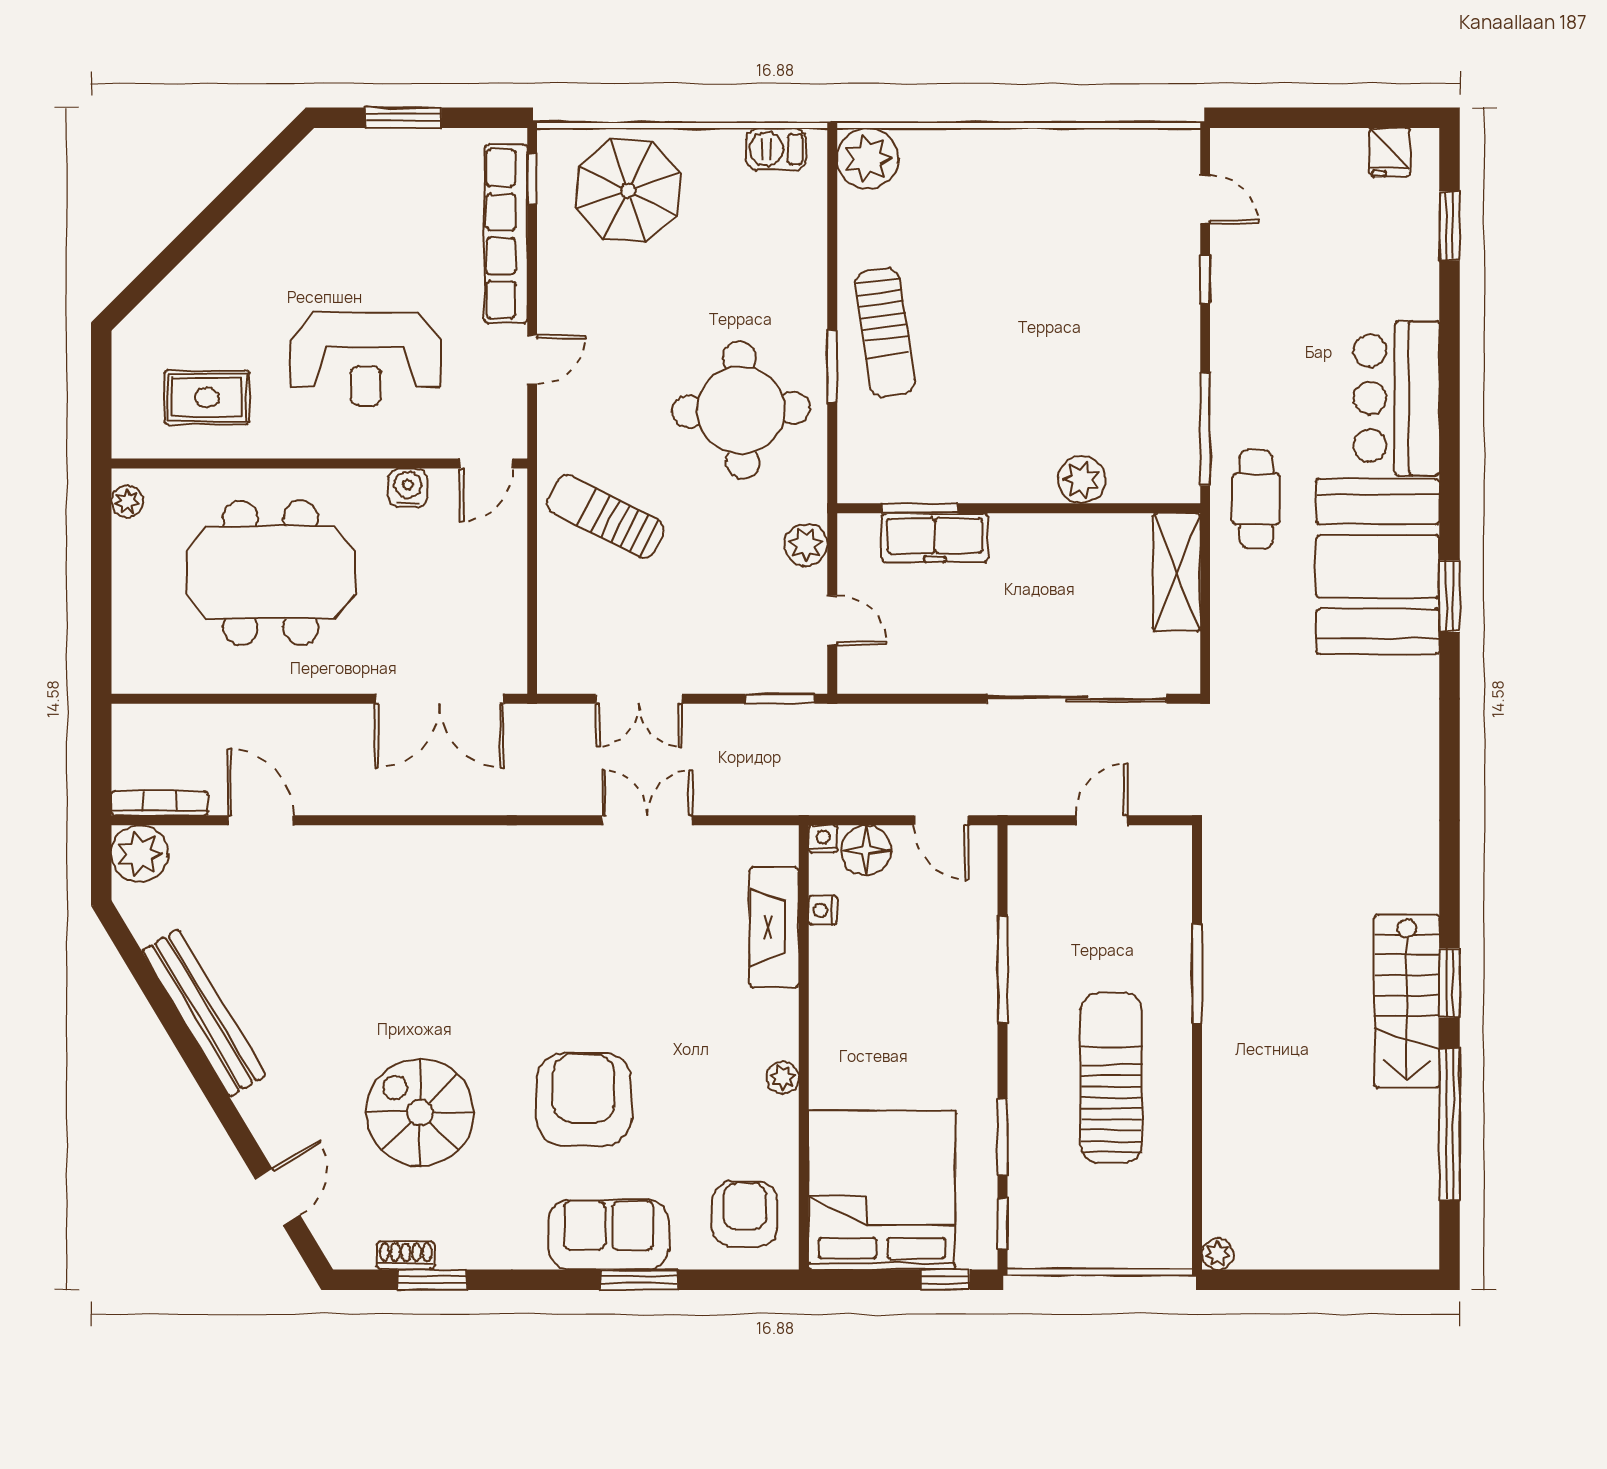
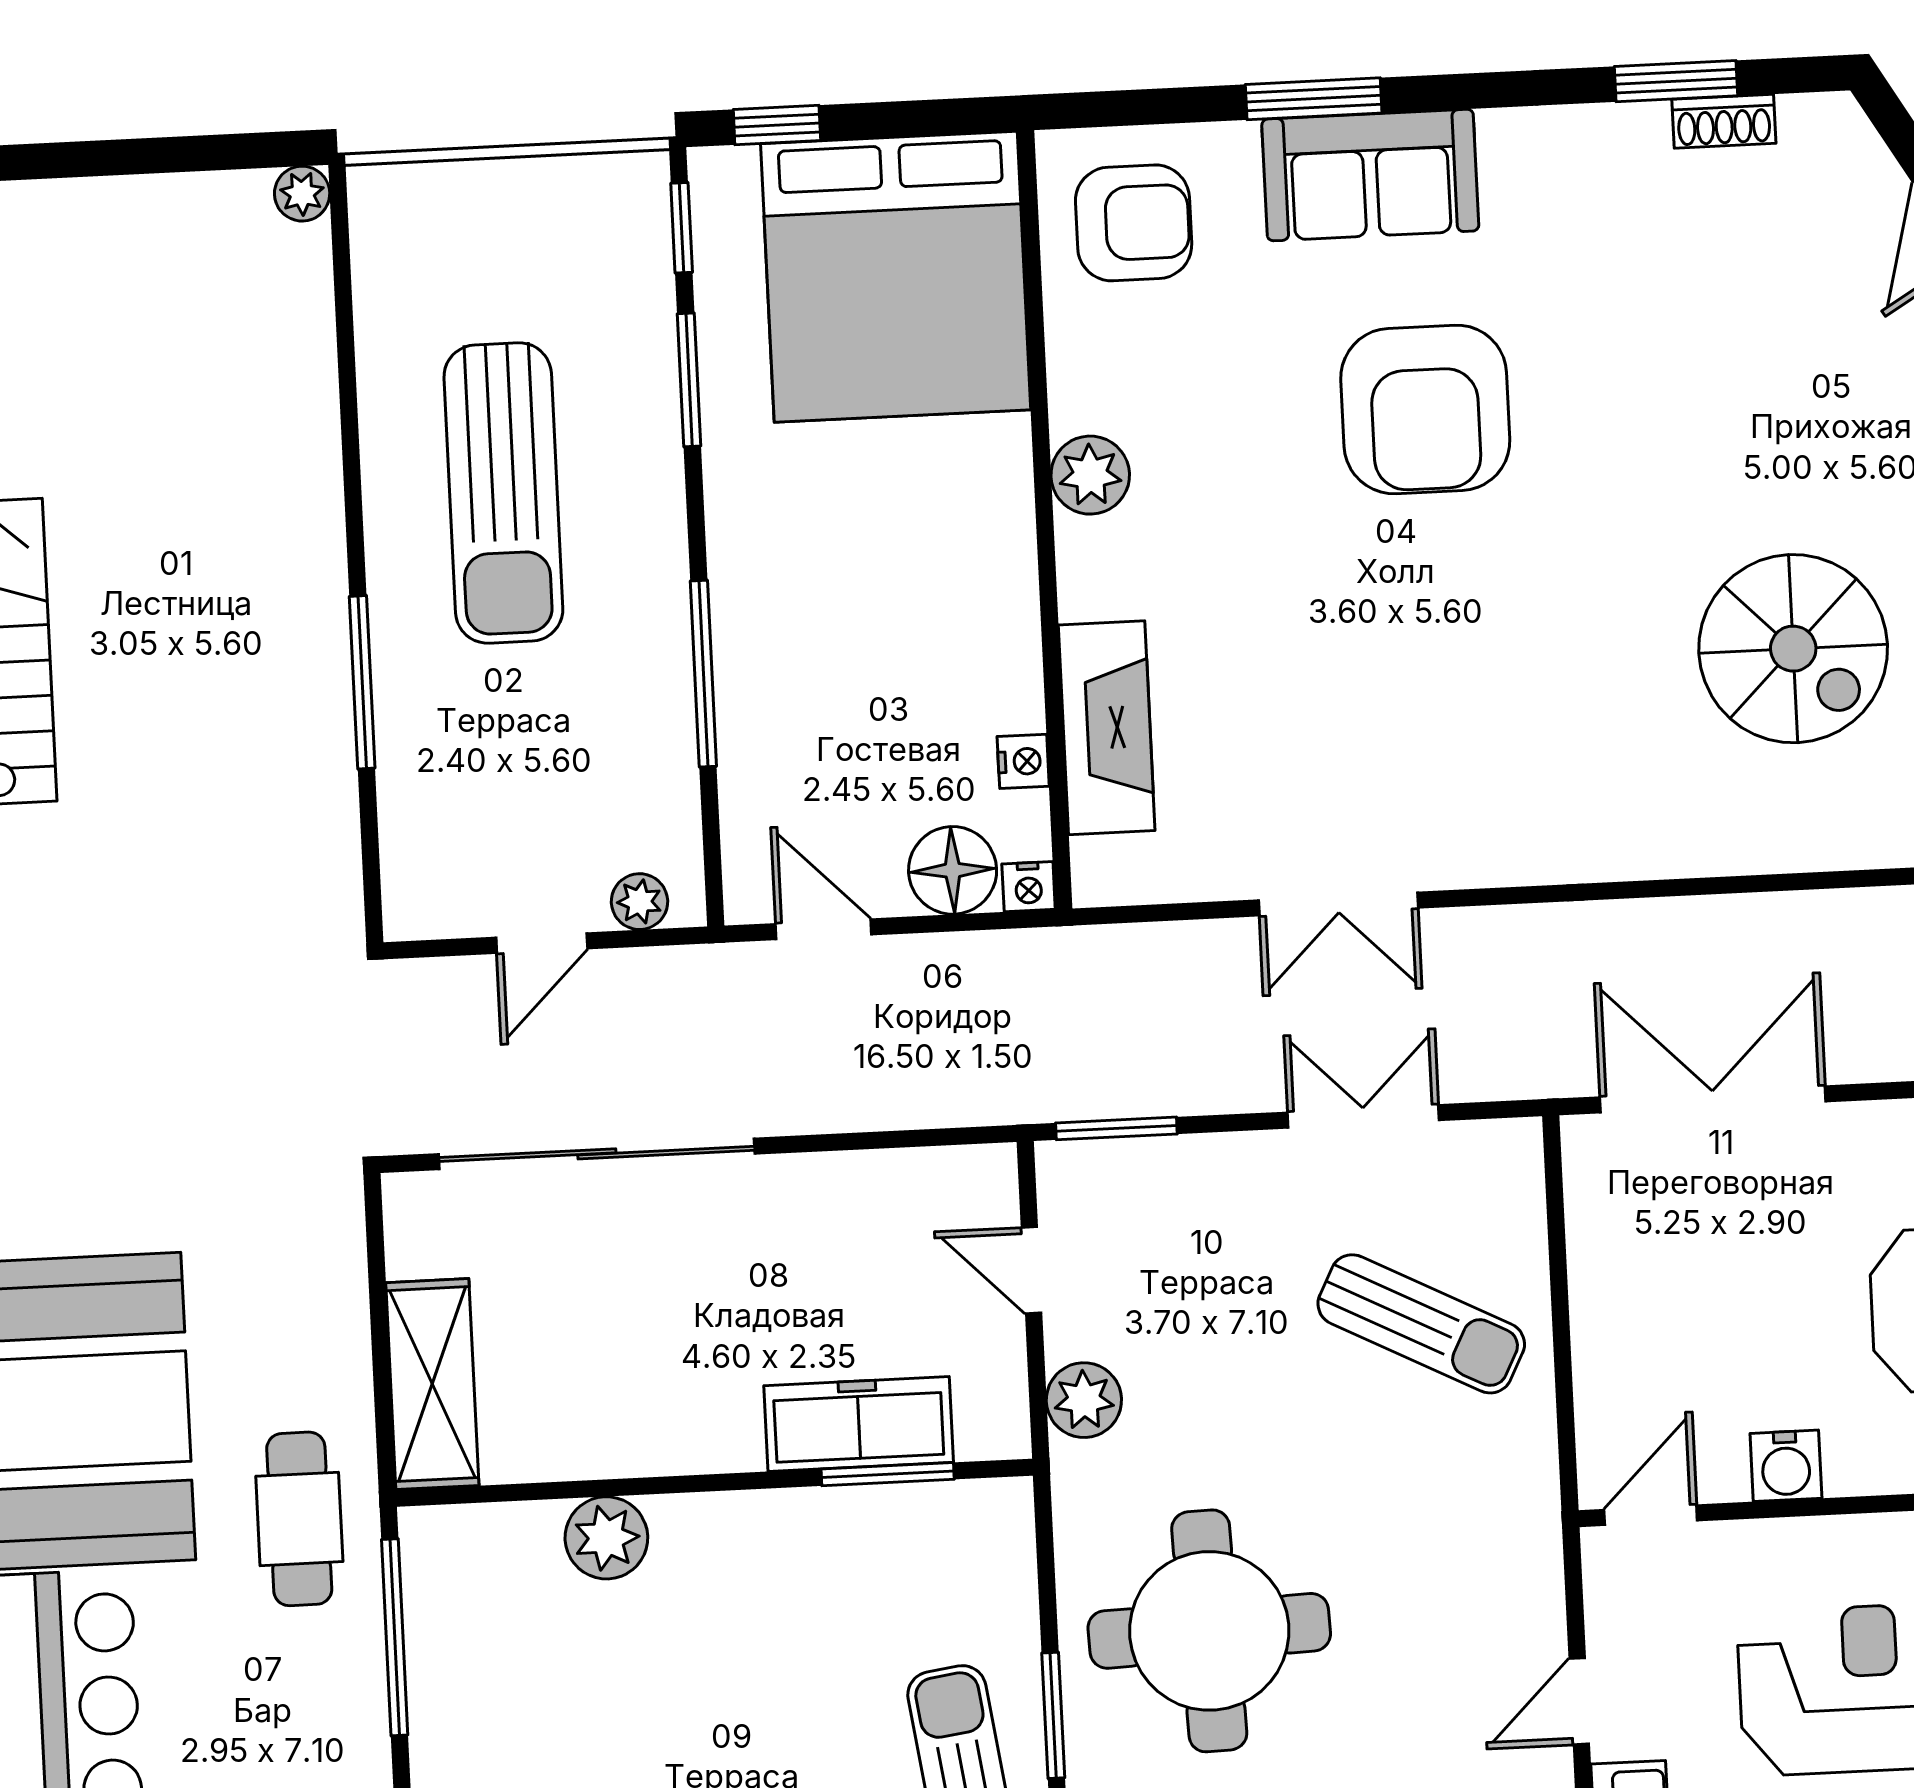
sun lounger: (606, 516) -> (1421, 1324), moved
plant: (1045, 841) -> (640, 902), added
plant: (783, 1078) -> (1090, 475), width x1.38, depth x1.38
spiral stairs: (420, 1112) -> (1793, 649), moved
armchair: (745, 1214) -> (1134, 223), turned -90

